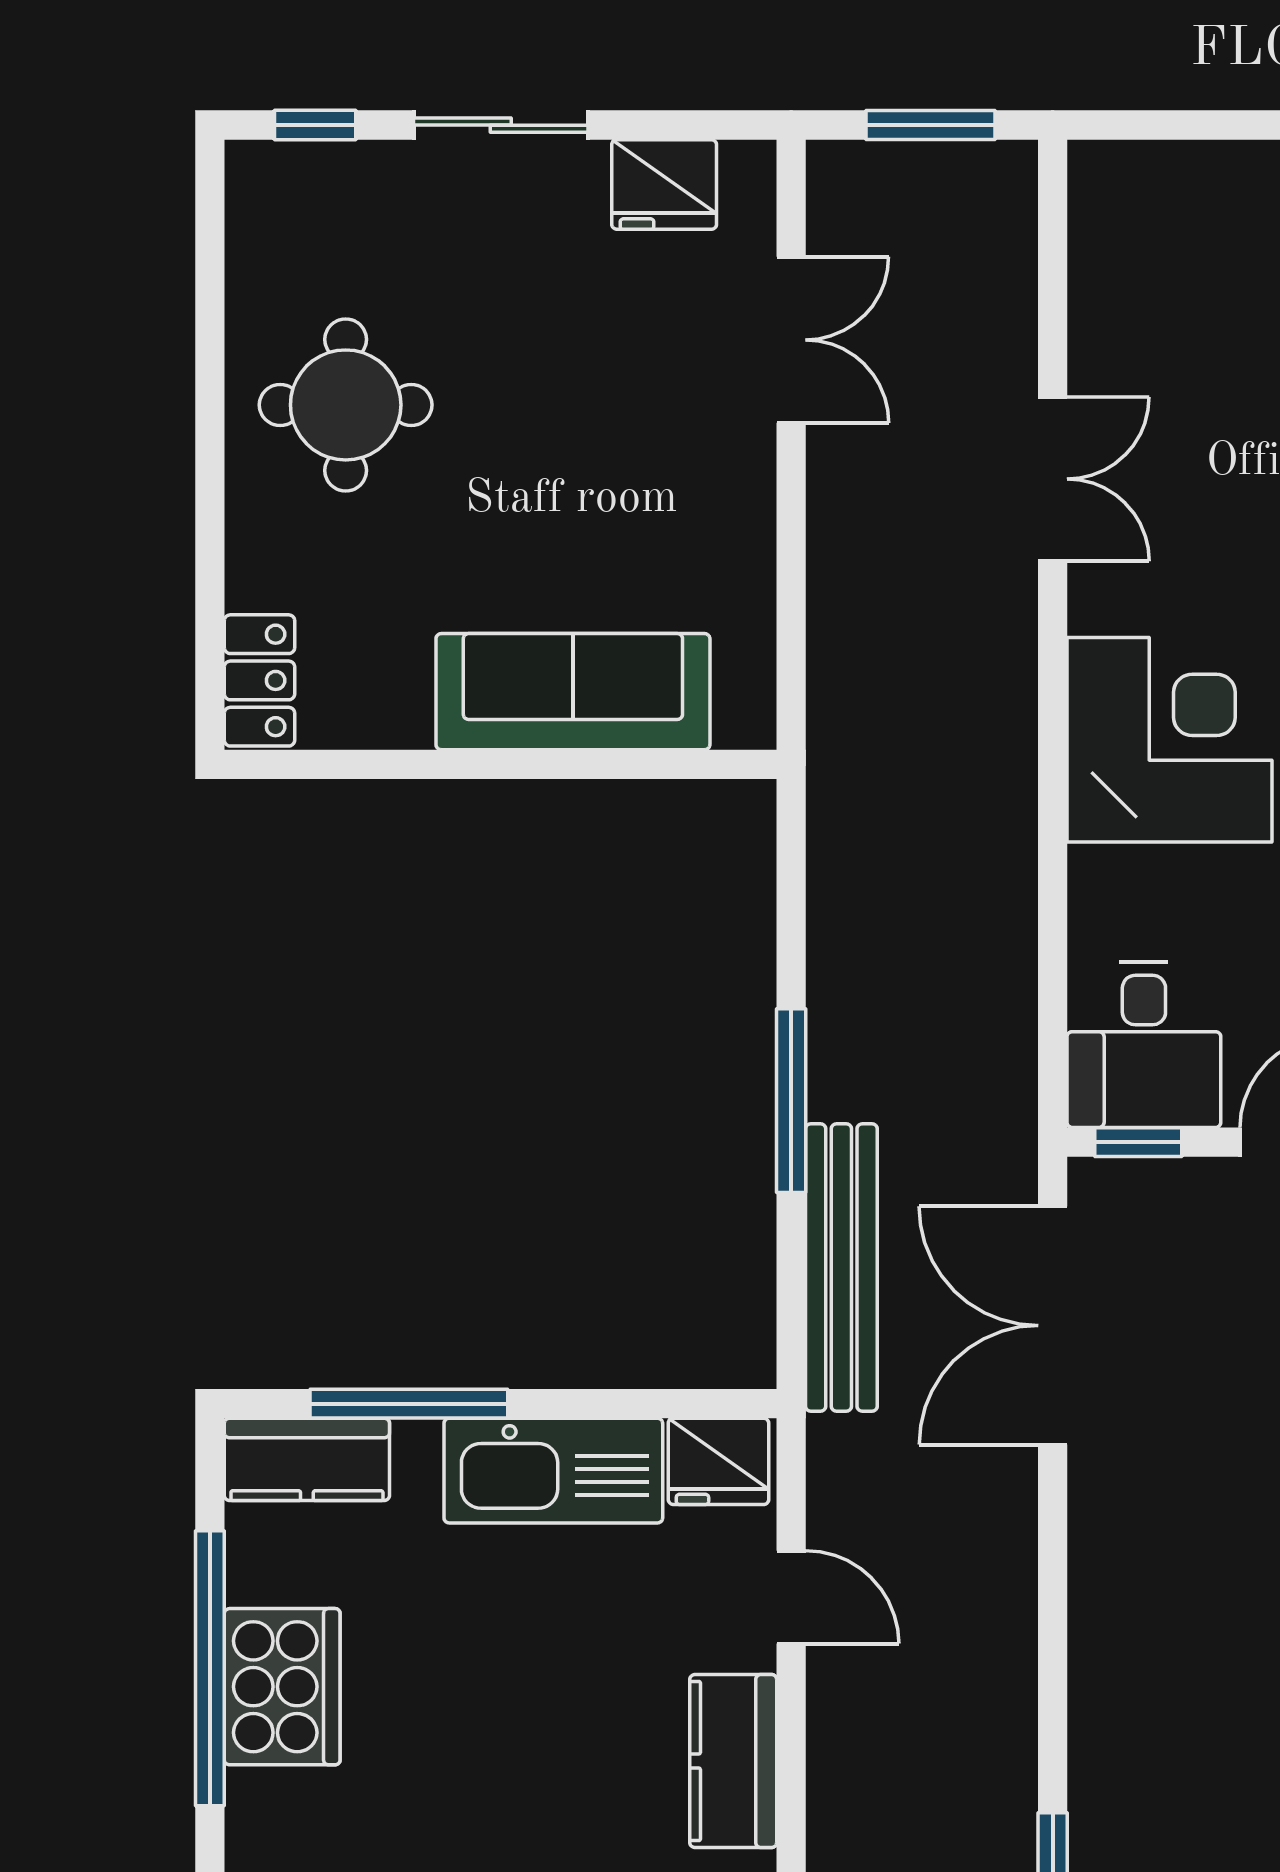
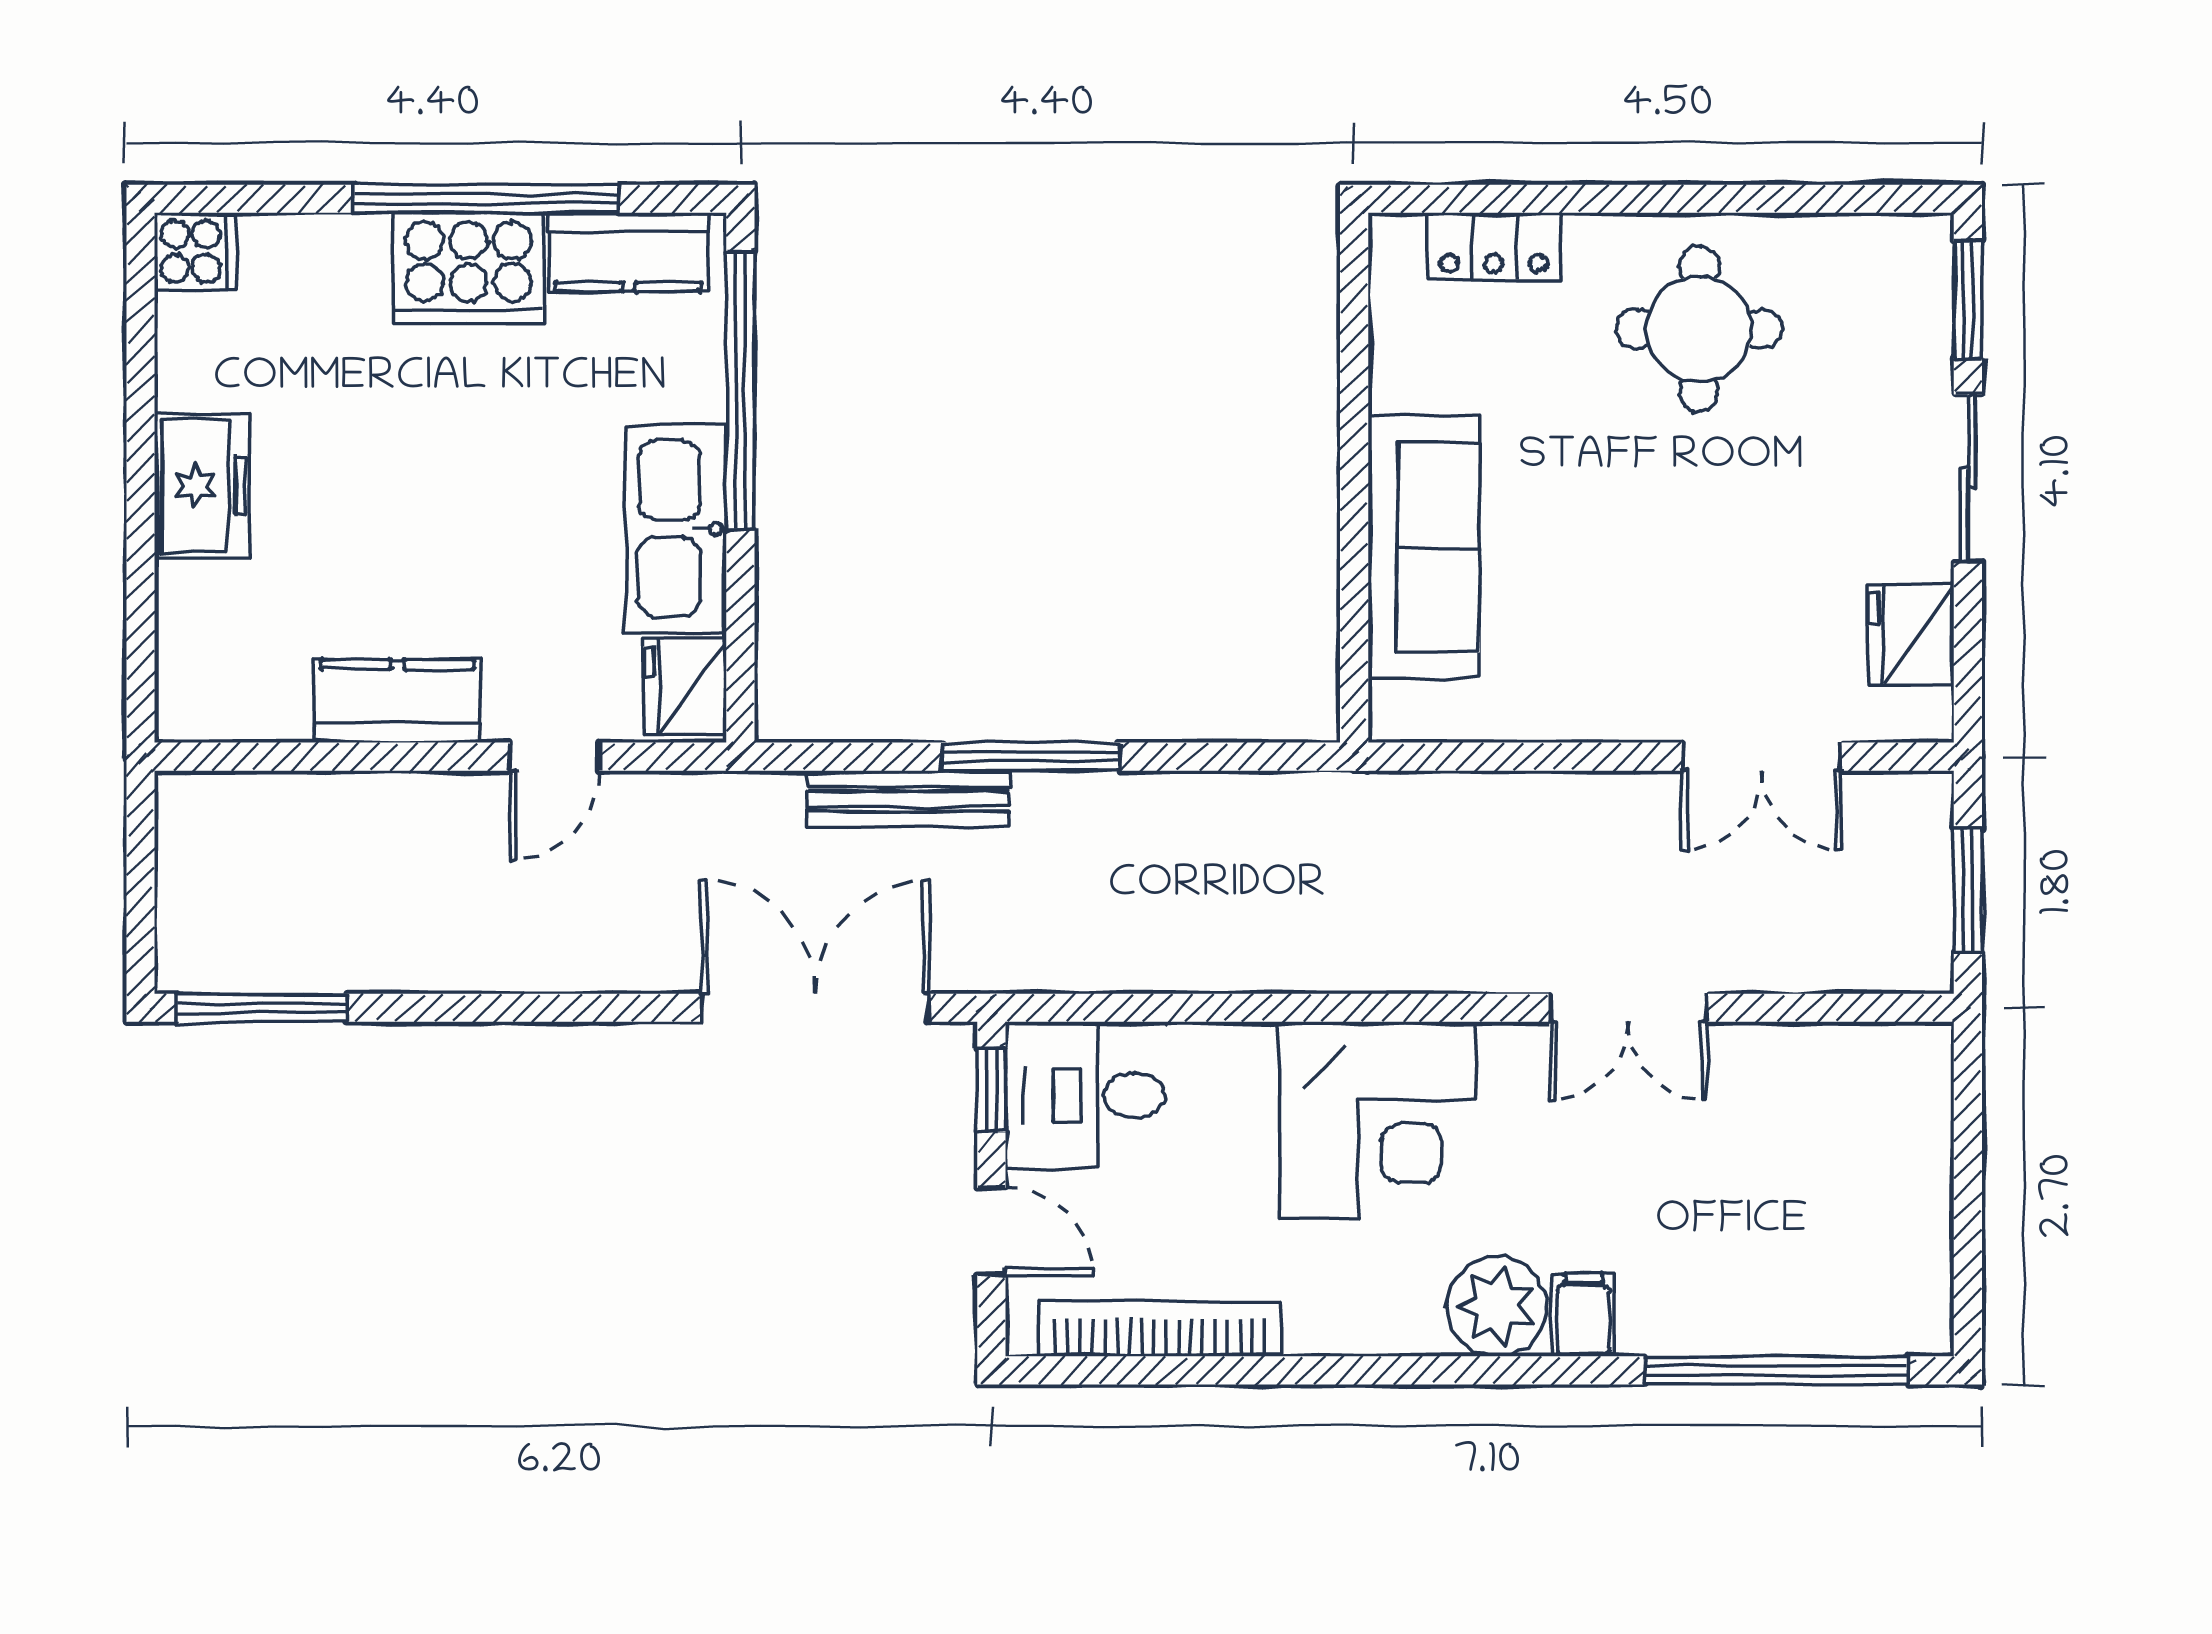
window: (315, 125) -> (1968, 300), width x1.50
locker: (259, 680) -> (1494, 246), moved
bench: (841, 1267) -> (908, 799), width x0.73, depth x0.82
window: (409, 1404) -> (740, 390), width x1.46
kitchen counter: (307, 1459) -> (628, 252), moved, turned -90

